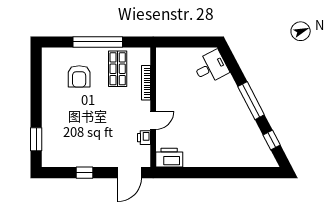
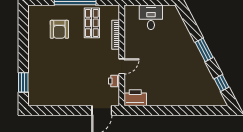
desk: (211, 67) -> (151, 17), moved, turned -62
window: (251, 101) -> (204, 50), width x0.69
window: (84, 173) -> (64, 110), removed

